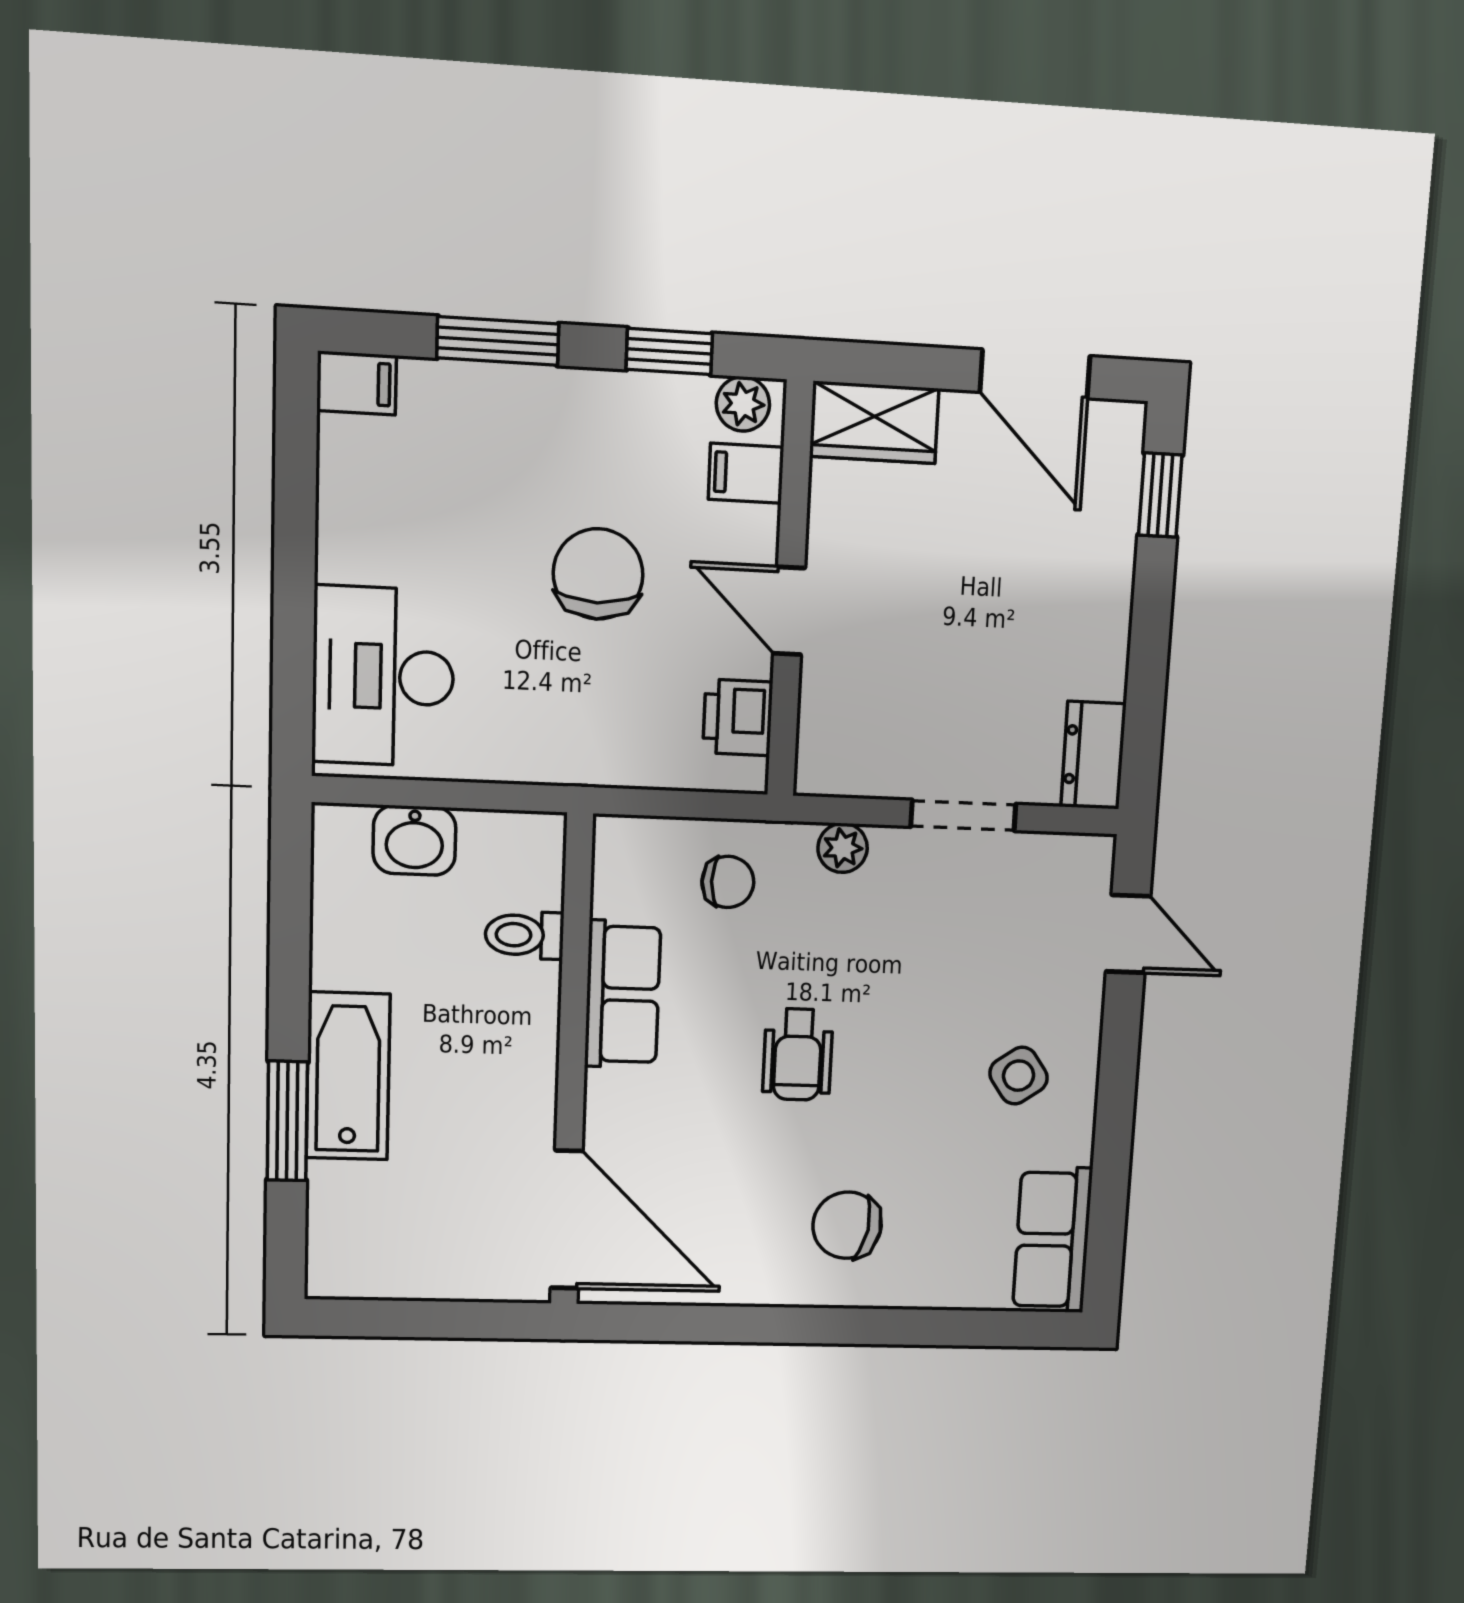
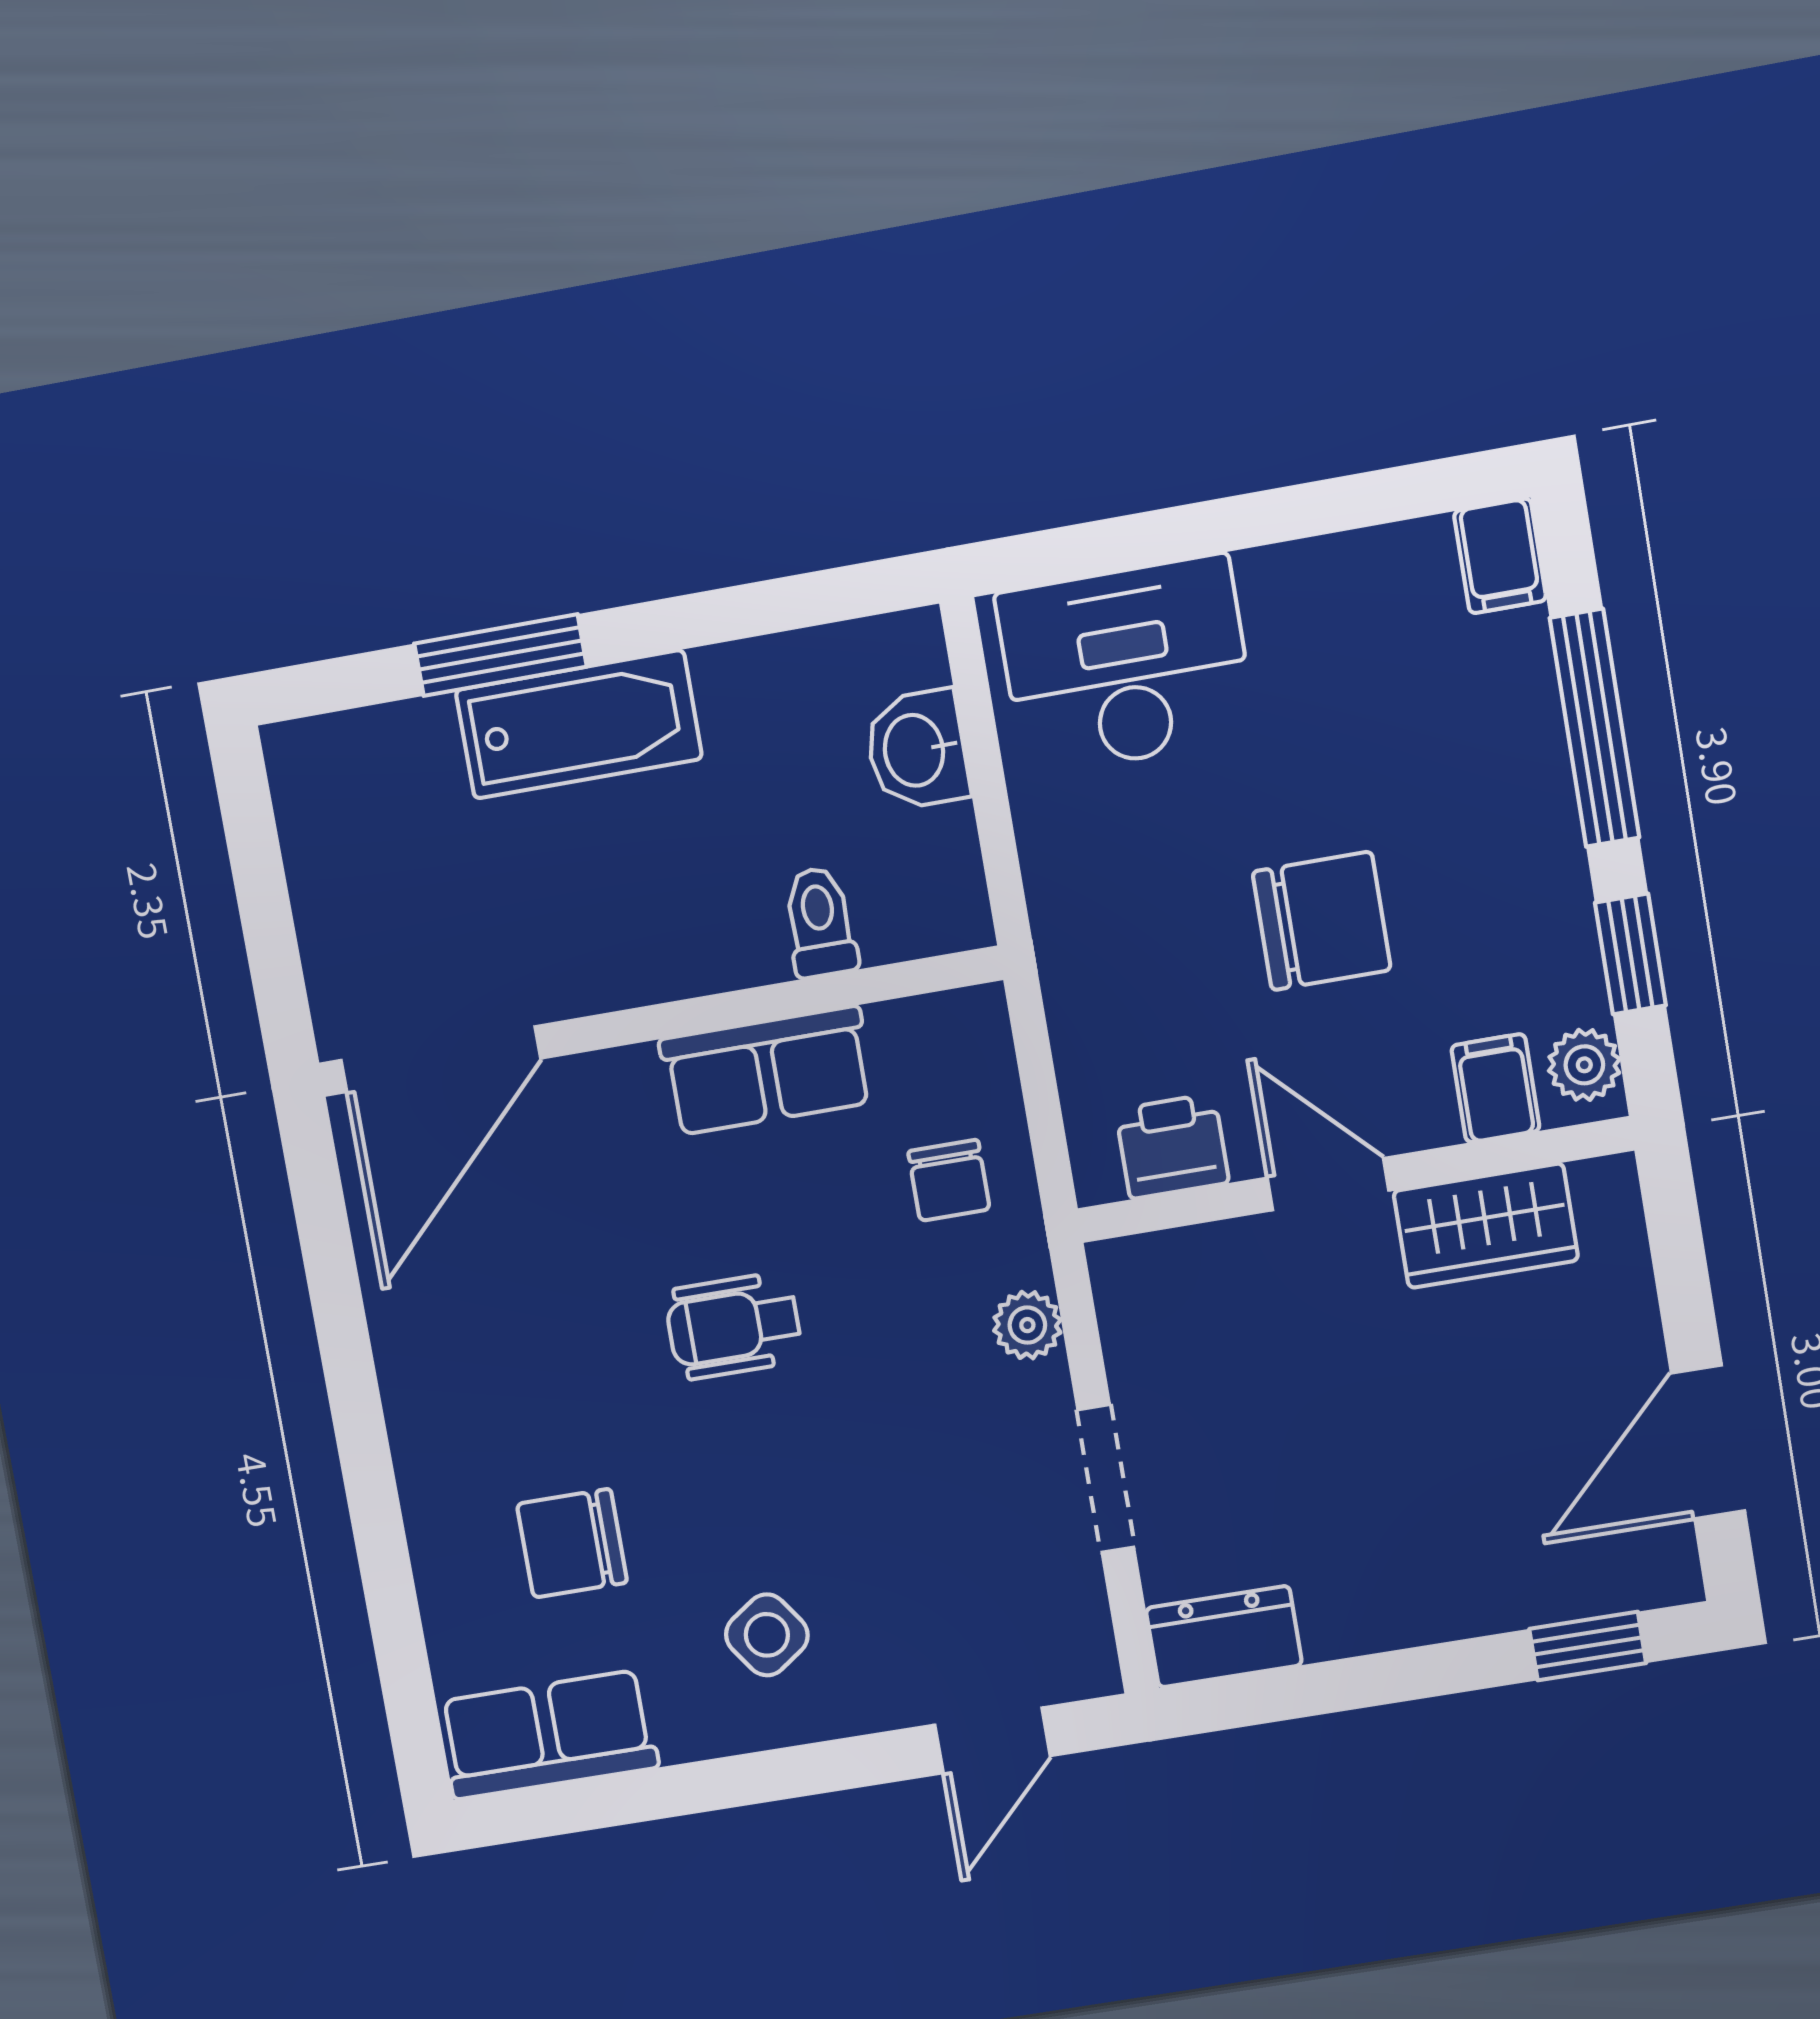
window: (498, 341) -> (1595, 728), width x1.44
wardrobe: (874, 422) -> (1486, 1226), moved, turned -90
door: (789, 611) -> (1328, 1184), hinge flipped
chair: (847, 1225) -> (572, 1543), moved, turned -100

